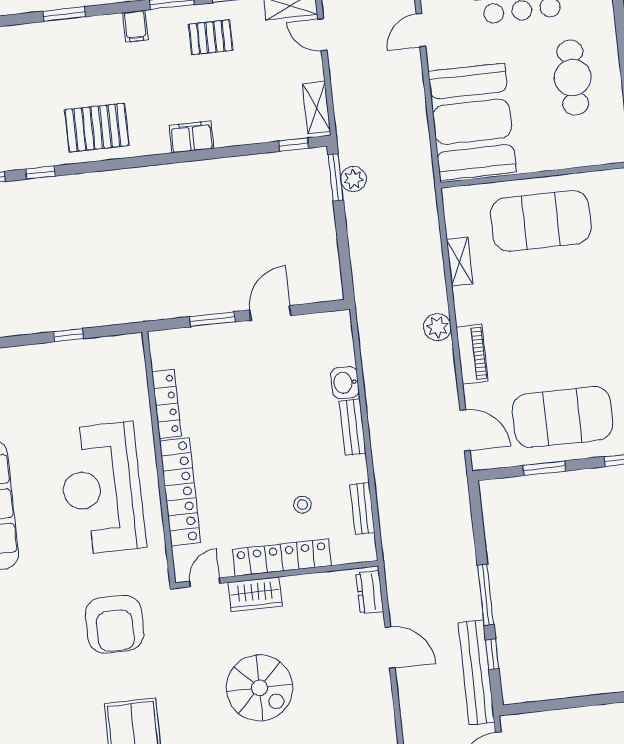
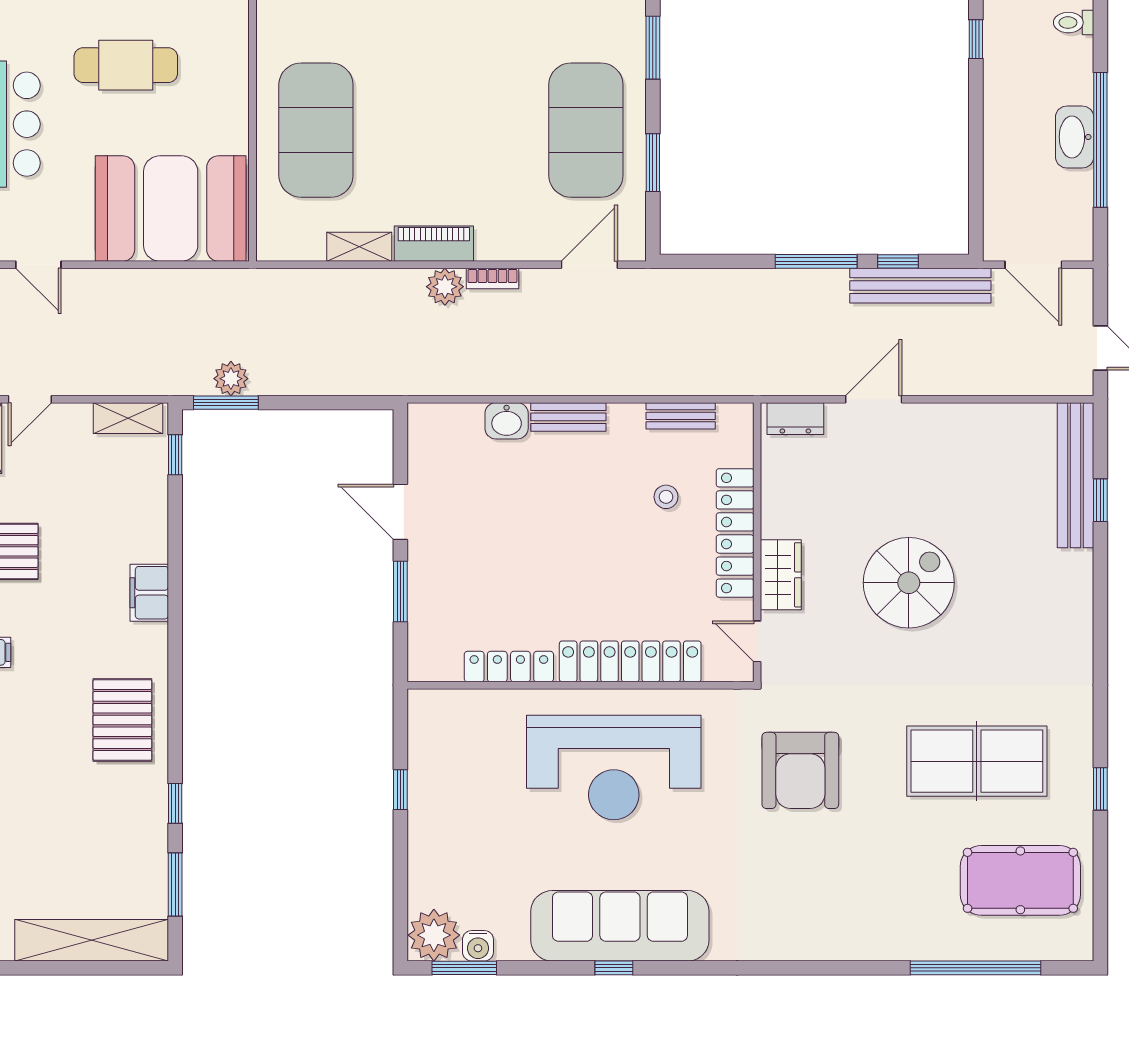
piano: (472, 354) -> (434, 244), moved
bookcase: (447, 361) -> (492, 278), added
armchair: (115, 624) -> (800, 770), turned 90

